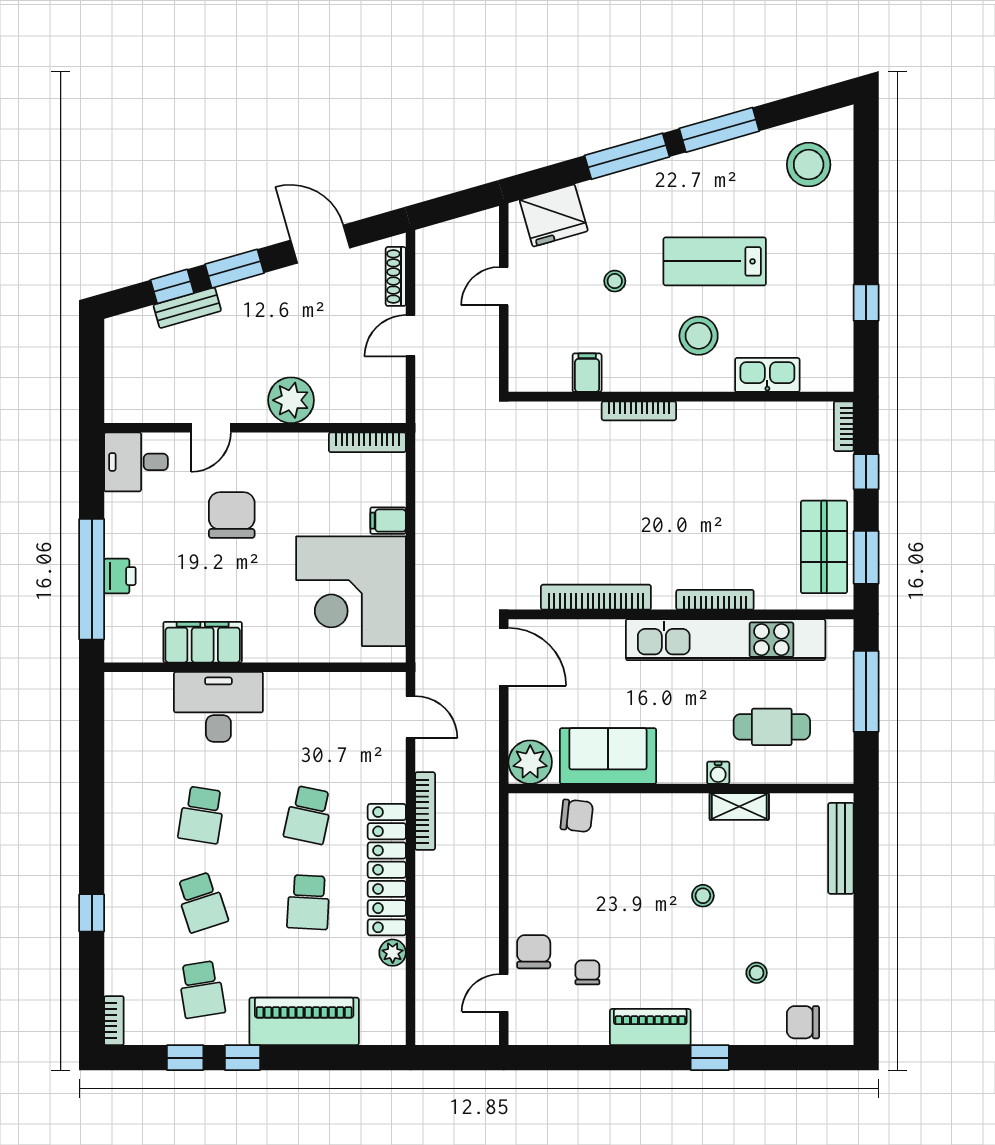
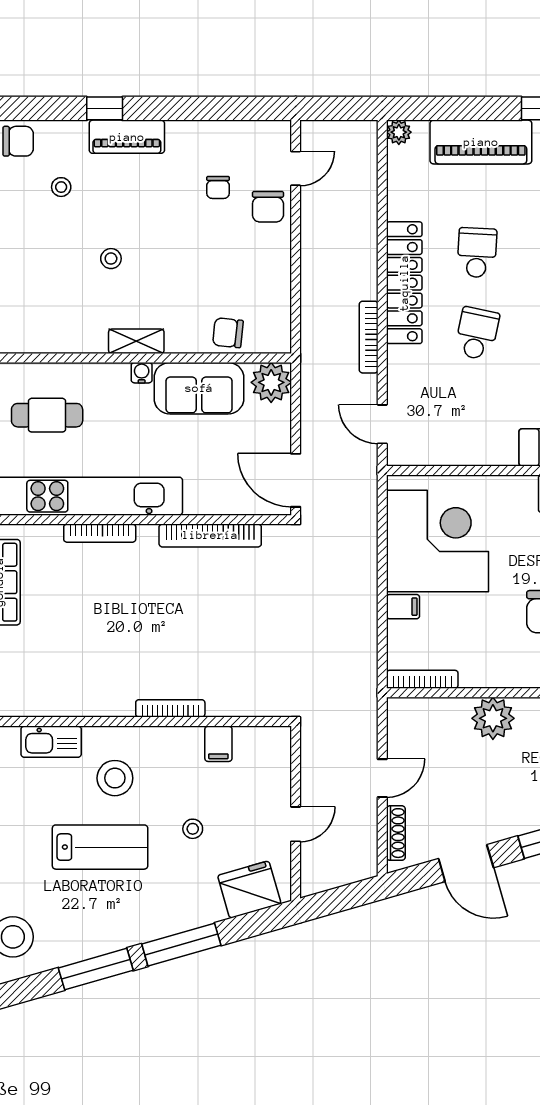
water cooler: (718, 773) -> (142, 373), moved
shelving: (739, 807) -> (136, 341), moved
plant: (393, 953) -> (399, 132), moved
piano: (650, 1027) -> (127, 137), moved

